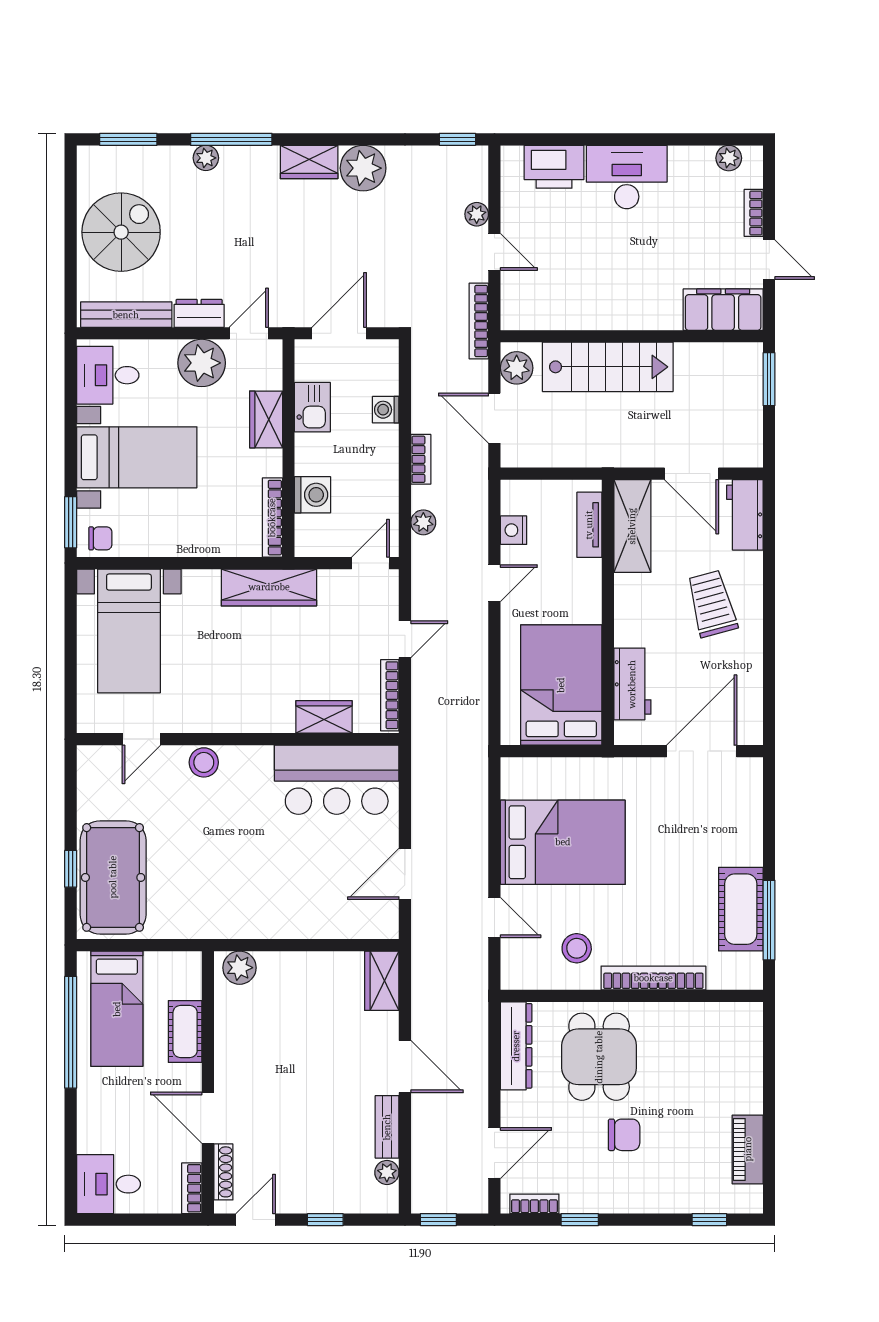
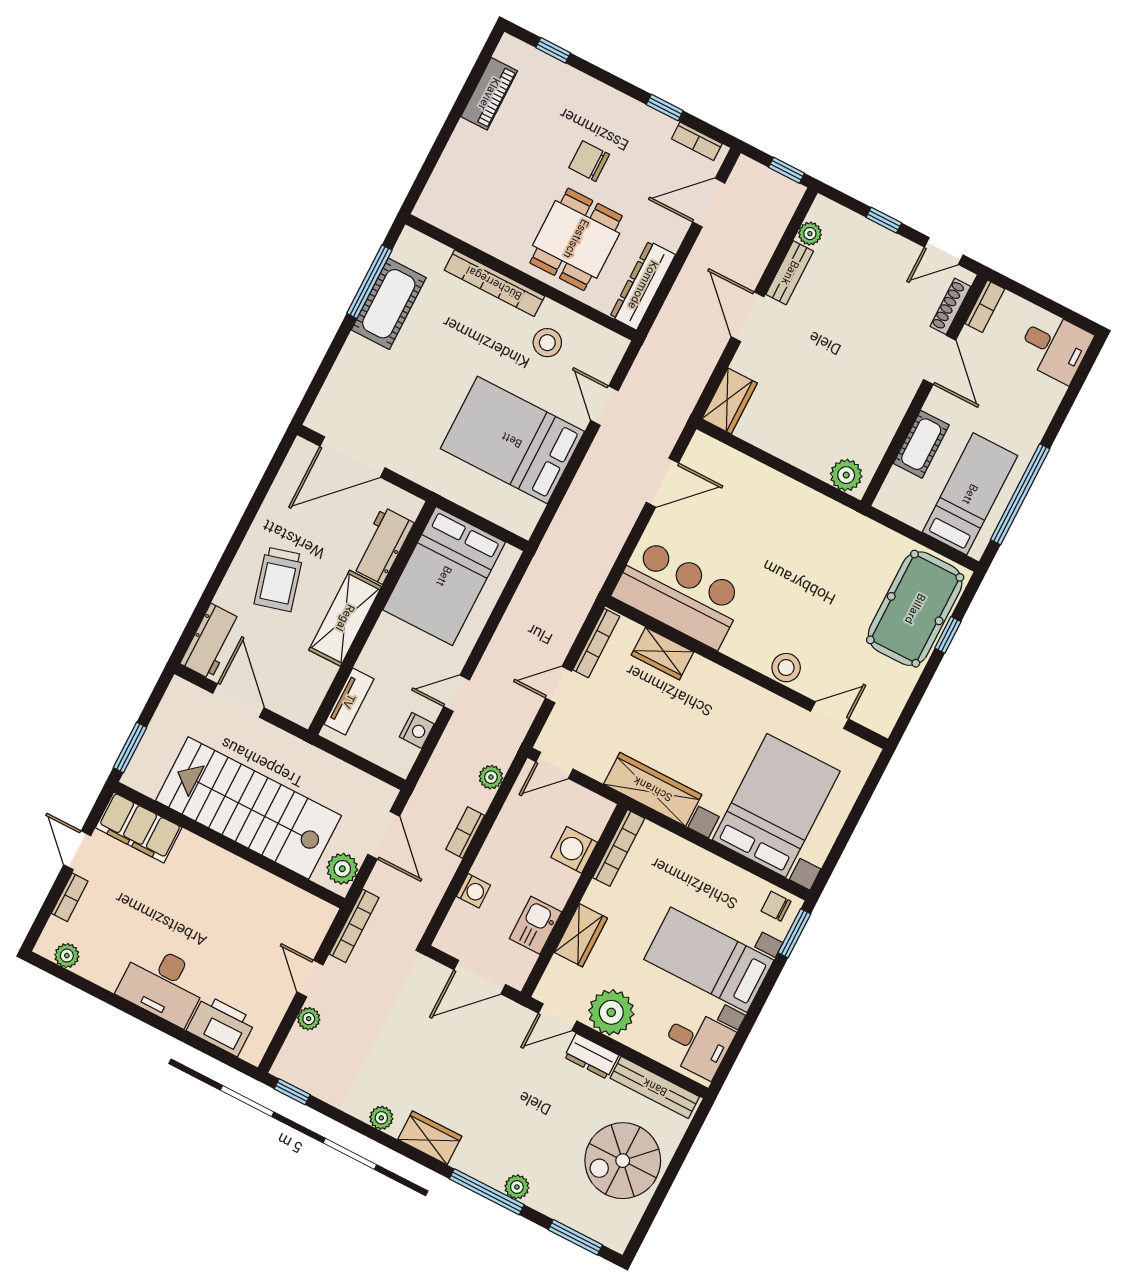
plant: (363, 168) -> (381, 1118), width x0.53, depth x0.53
stairs: (608, 367) -> (248, 808), width x1.36, depth x1.51
shelving: (632, 526) -> (345, 618), moved
bed with nightstands: (129, 631) -> (776, 806), width x1.36

